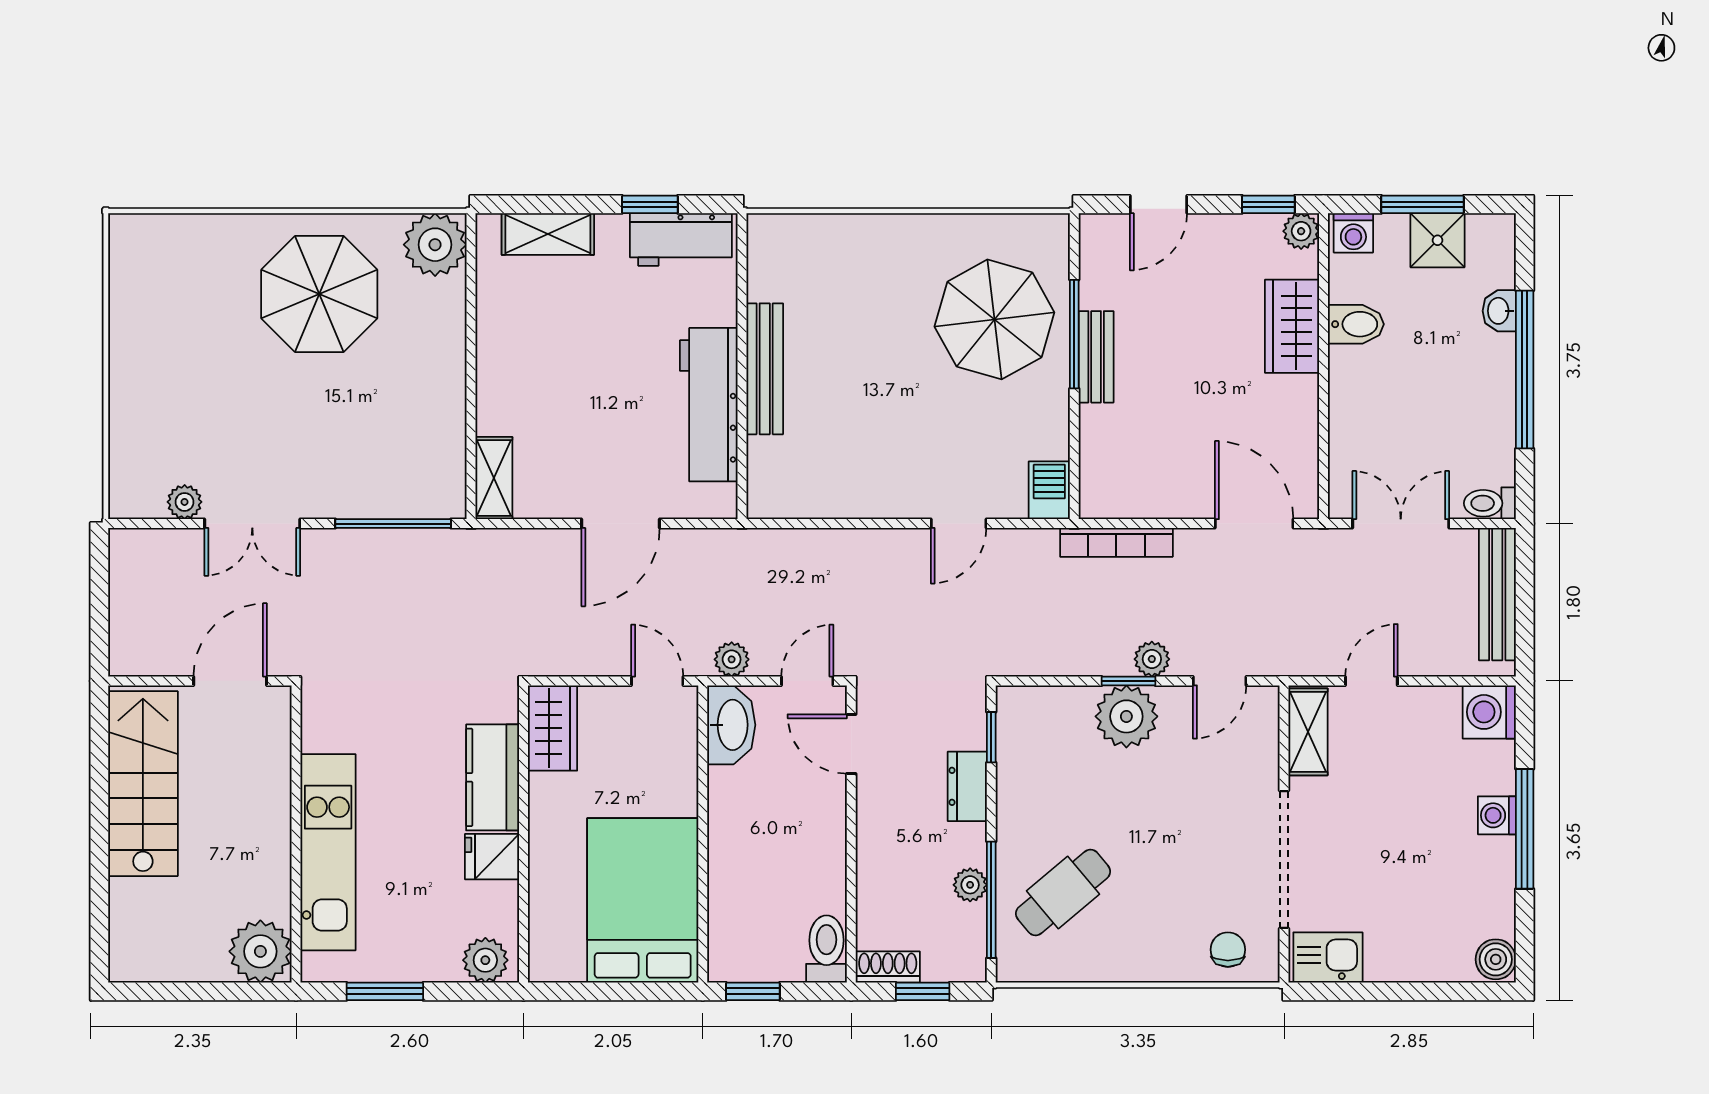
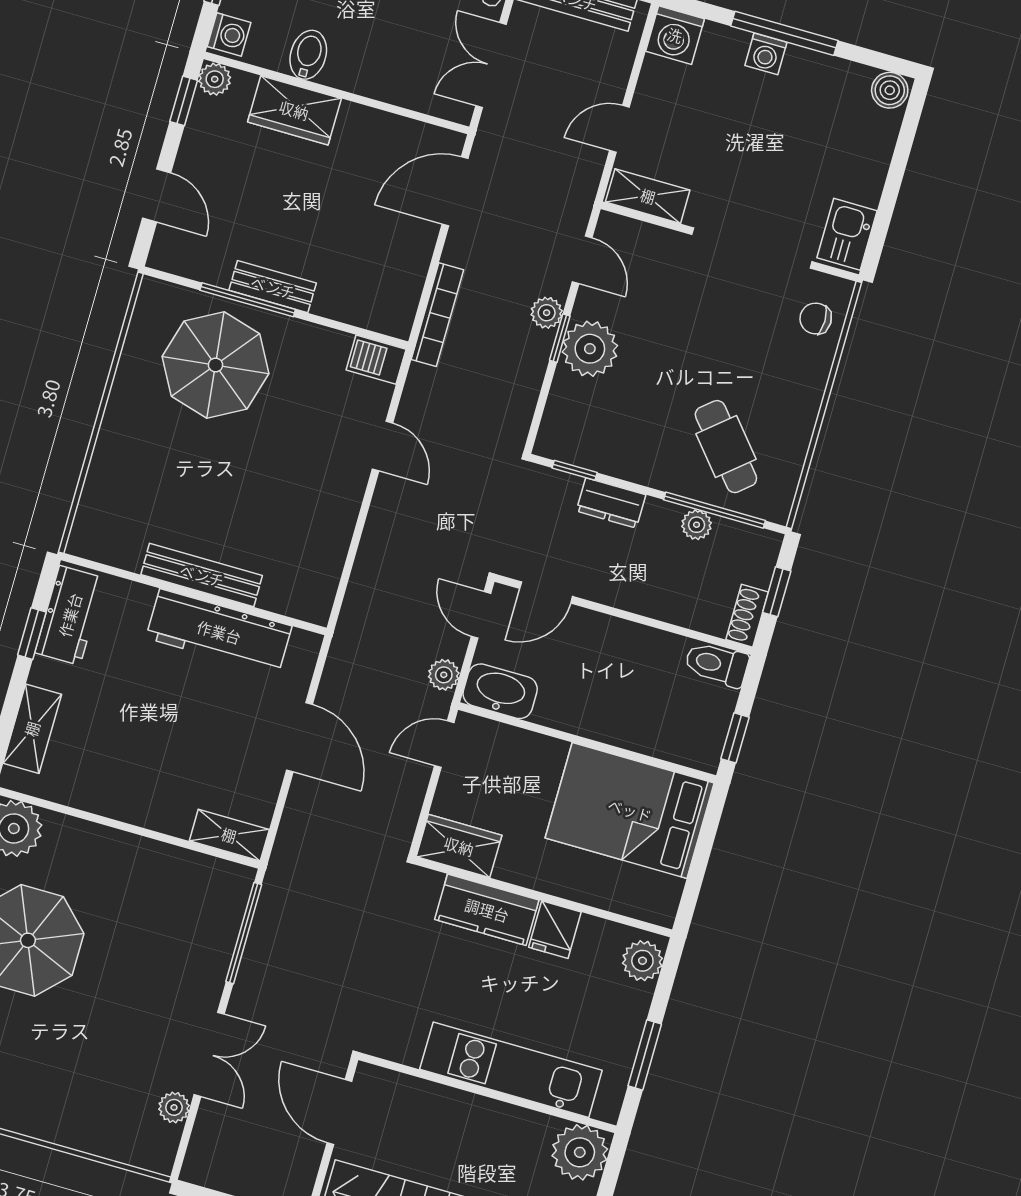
door: (1371, 681) -> (619, 129), hinge flipped

